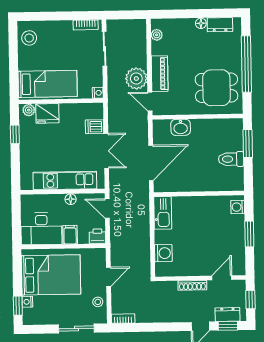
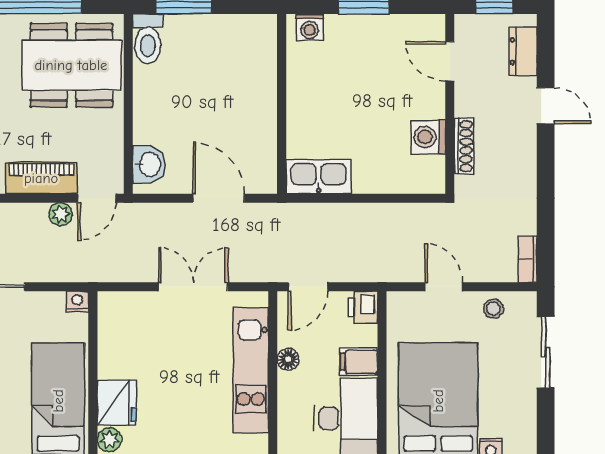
plant: (136, 79) -> (60, 214), width x0.53, depth x0.53
dining table: (216, 88) -> (71, 65), width x1.38
dishwasher: (95, 127) -> (145, 309), removed
washbasin: (181, 127) -> (149, 165), moved
toilet: (231, 159) -> (148, 39), moved
door: (151, 163) -> (219, 198), width x0.73
washing machine: (163, 253) -> (428, 137), moved, turned -90
shoe rack: (192, 285) -> (464, 146), moved
window: (228, 326) -> (546, 51), removed

